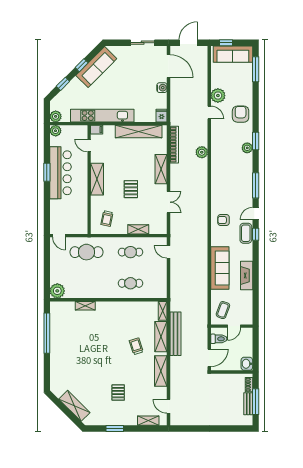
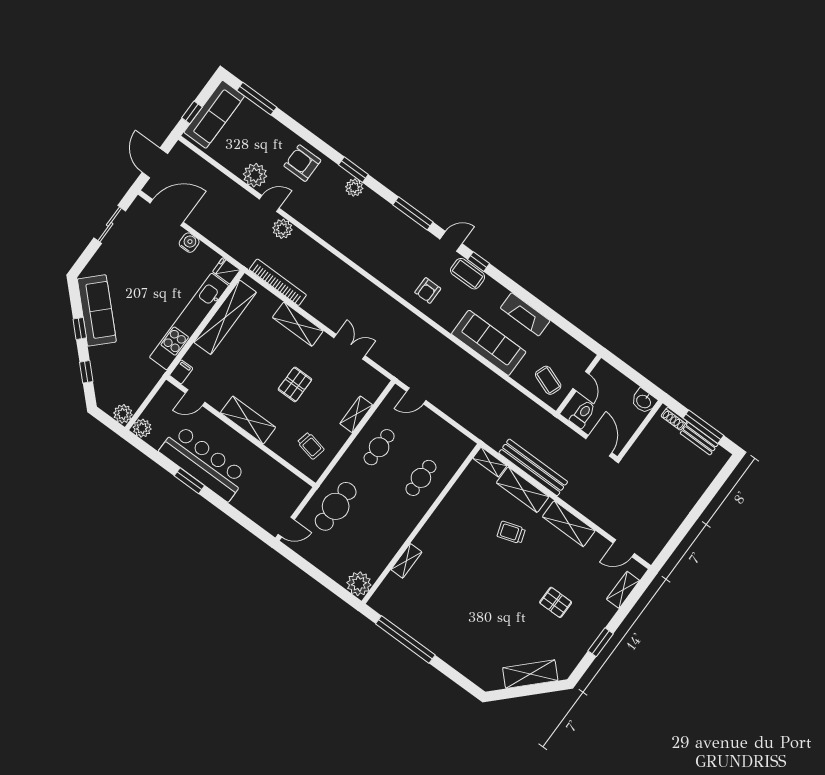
kitchen unit: (102, 116) -> (189, 322), moved
plant: (202, 152) -> (282, 229), moved
pallet: (131, 189) -> (295, 384), turned 90
door: (256, 214) -> (451, 241), swing flipped

